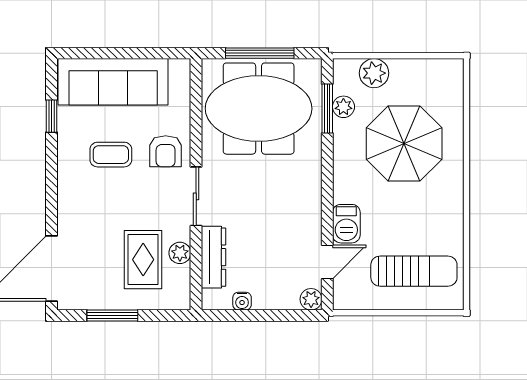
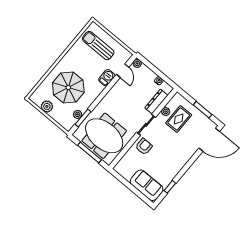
plant: (374, 73) -> (47, 106), moved
sofa: (113, 82) -> (147, 185), width x0.73
coffee table: (111, 155) -> (162, 160), removed
door: (327, 262) -> (123, 71), swing flipped

